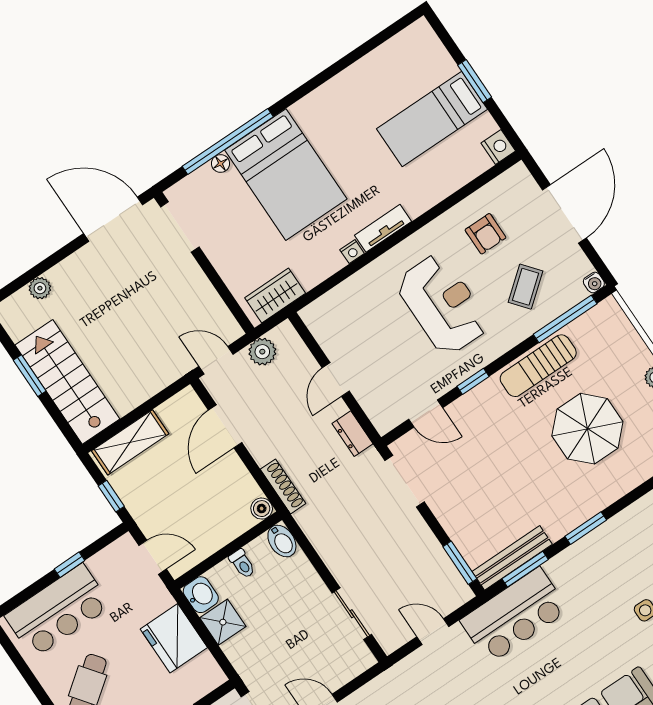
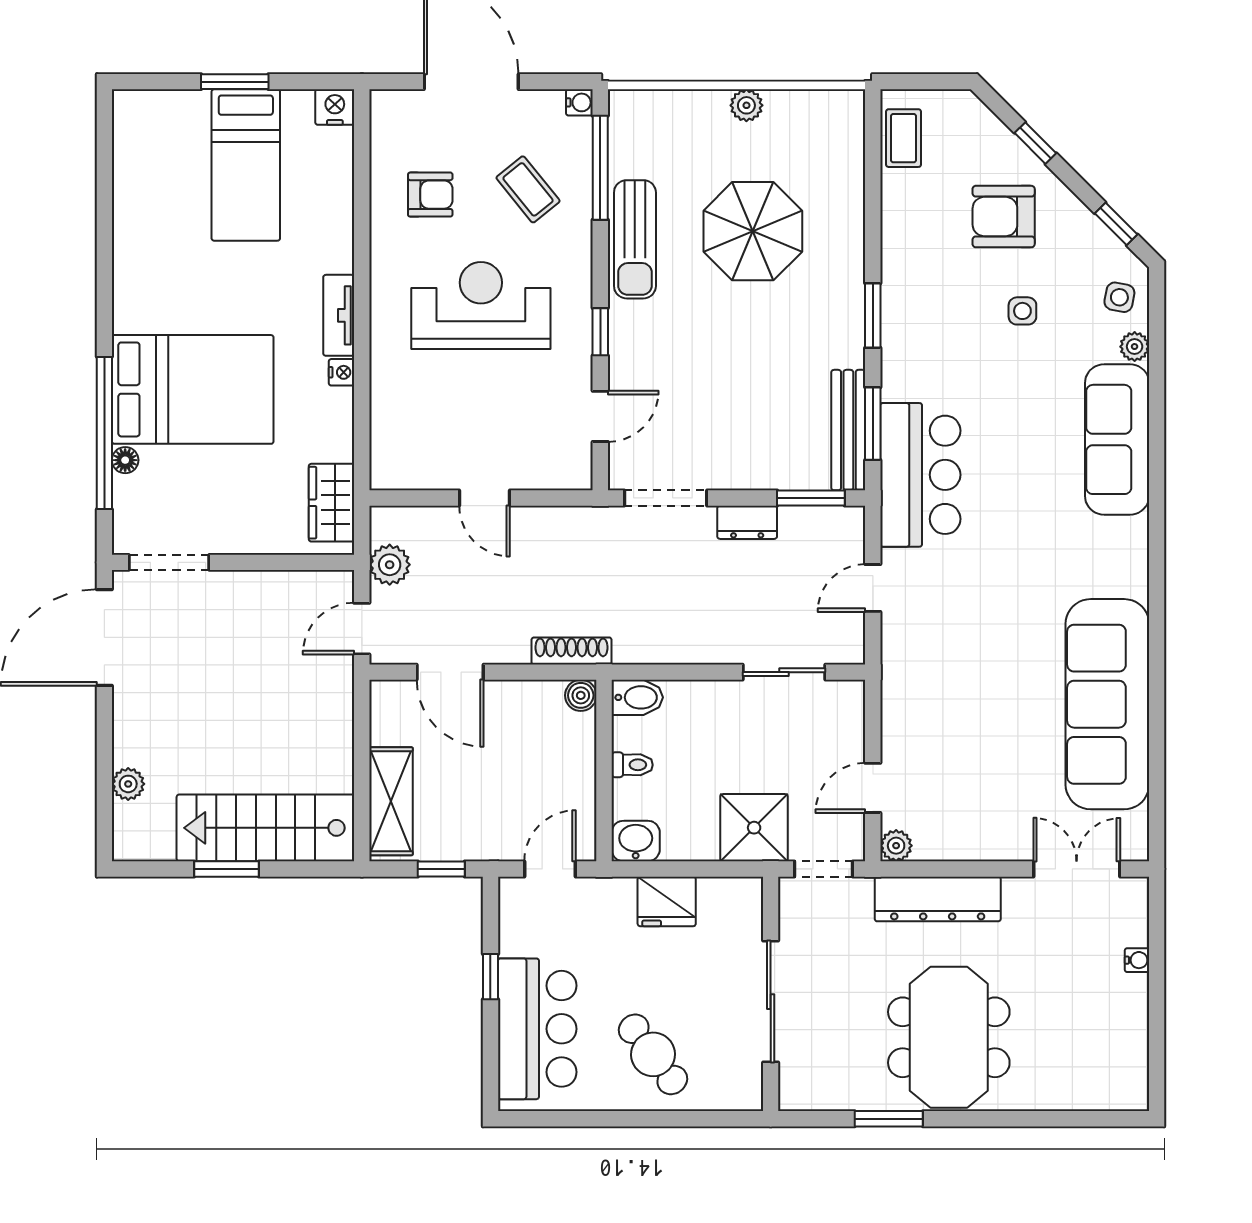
dresser: (353, 434) -> (747, 522), moved
shower: (223, 622) -> (754, 828), moved, width x1.36, depth x1.36
fridge: (174, 638) -> (667, 901), width x0.73, depth x0.75

